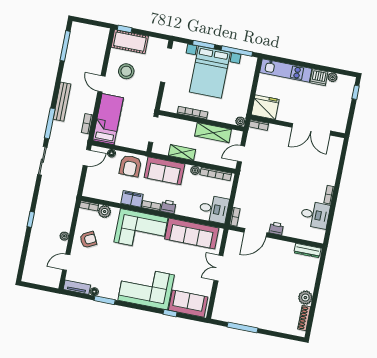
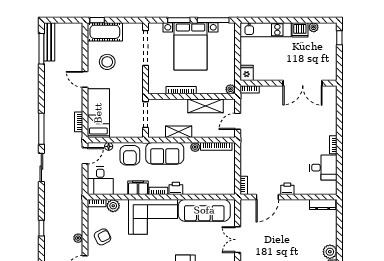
bench: (62, 102) -> (49, 42), moved
fridge: (265, 107) -> (247, 73), width x0.53, depth x0.75
desk: (214, 209) -> (100, 181), moved, turned 90

